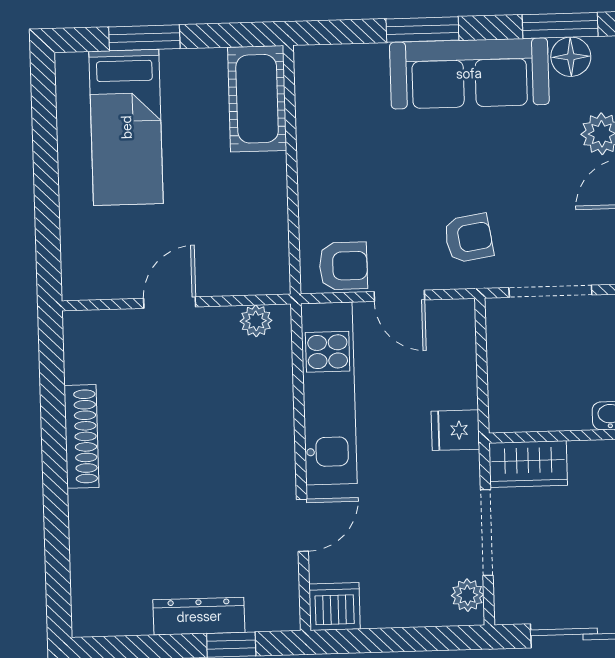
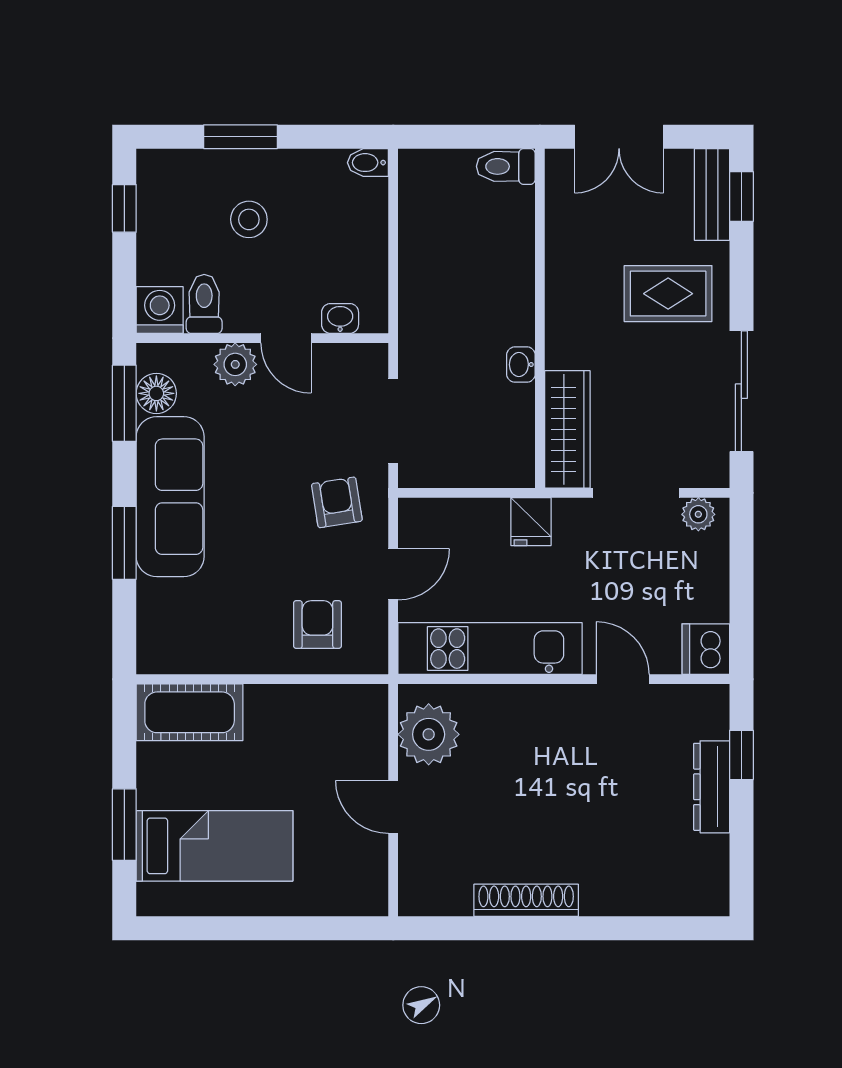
armchair: (343, 266) -> (317, 625), moved
plant: (256, 321) -> (429, 734), width x1.88, depth x1.88
wardrobe: (528, 464) -> (567, 429), width x1.50

